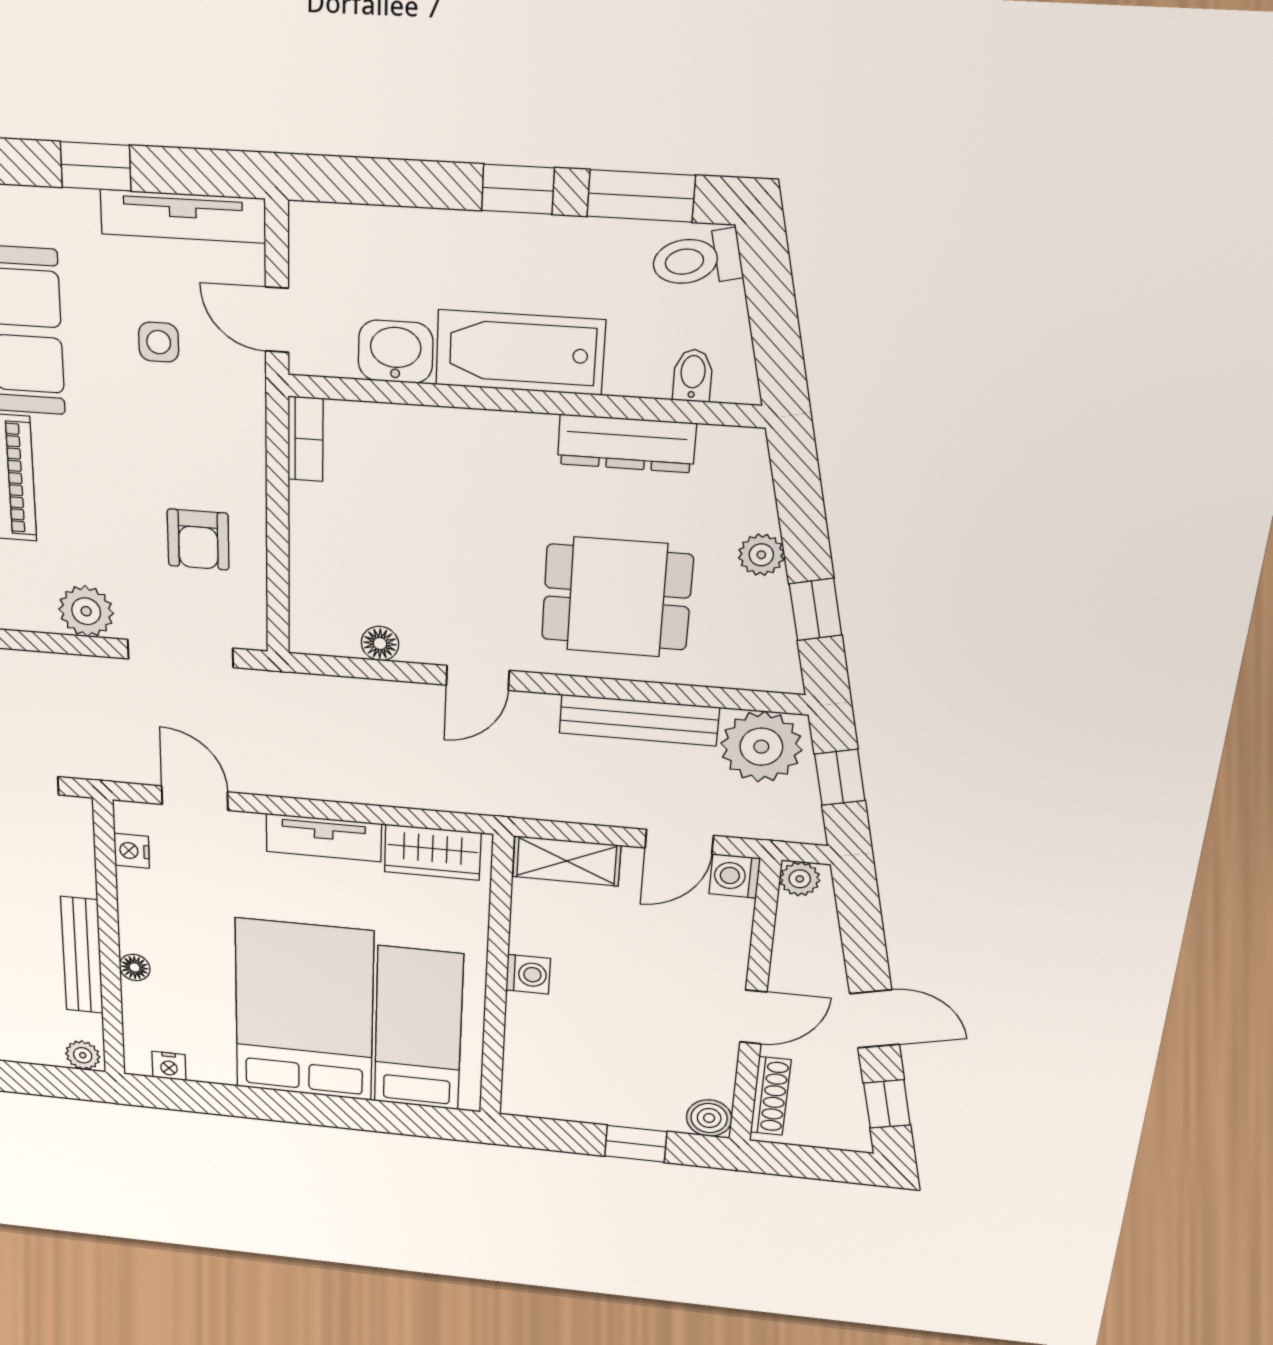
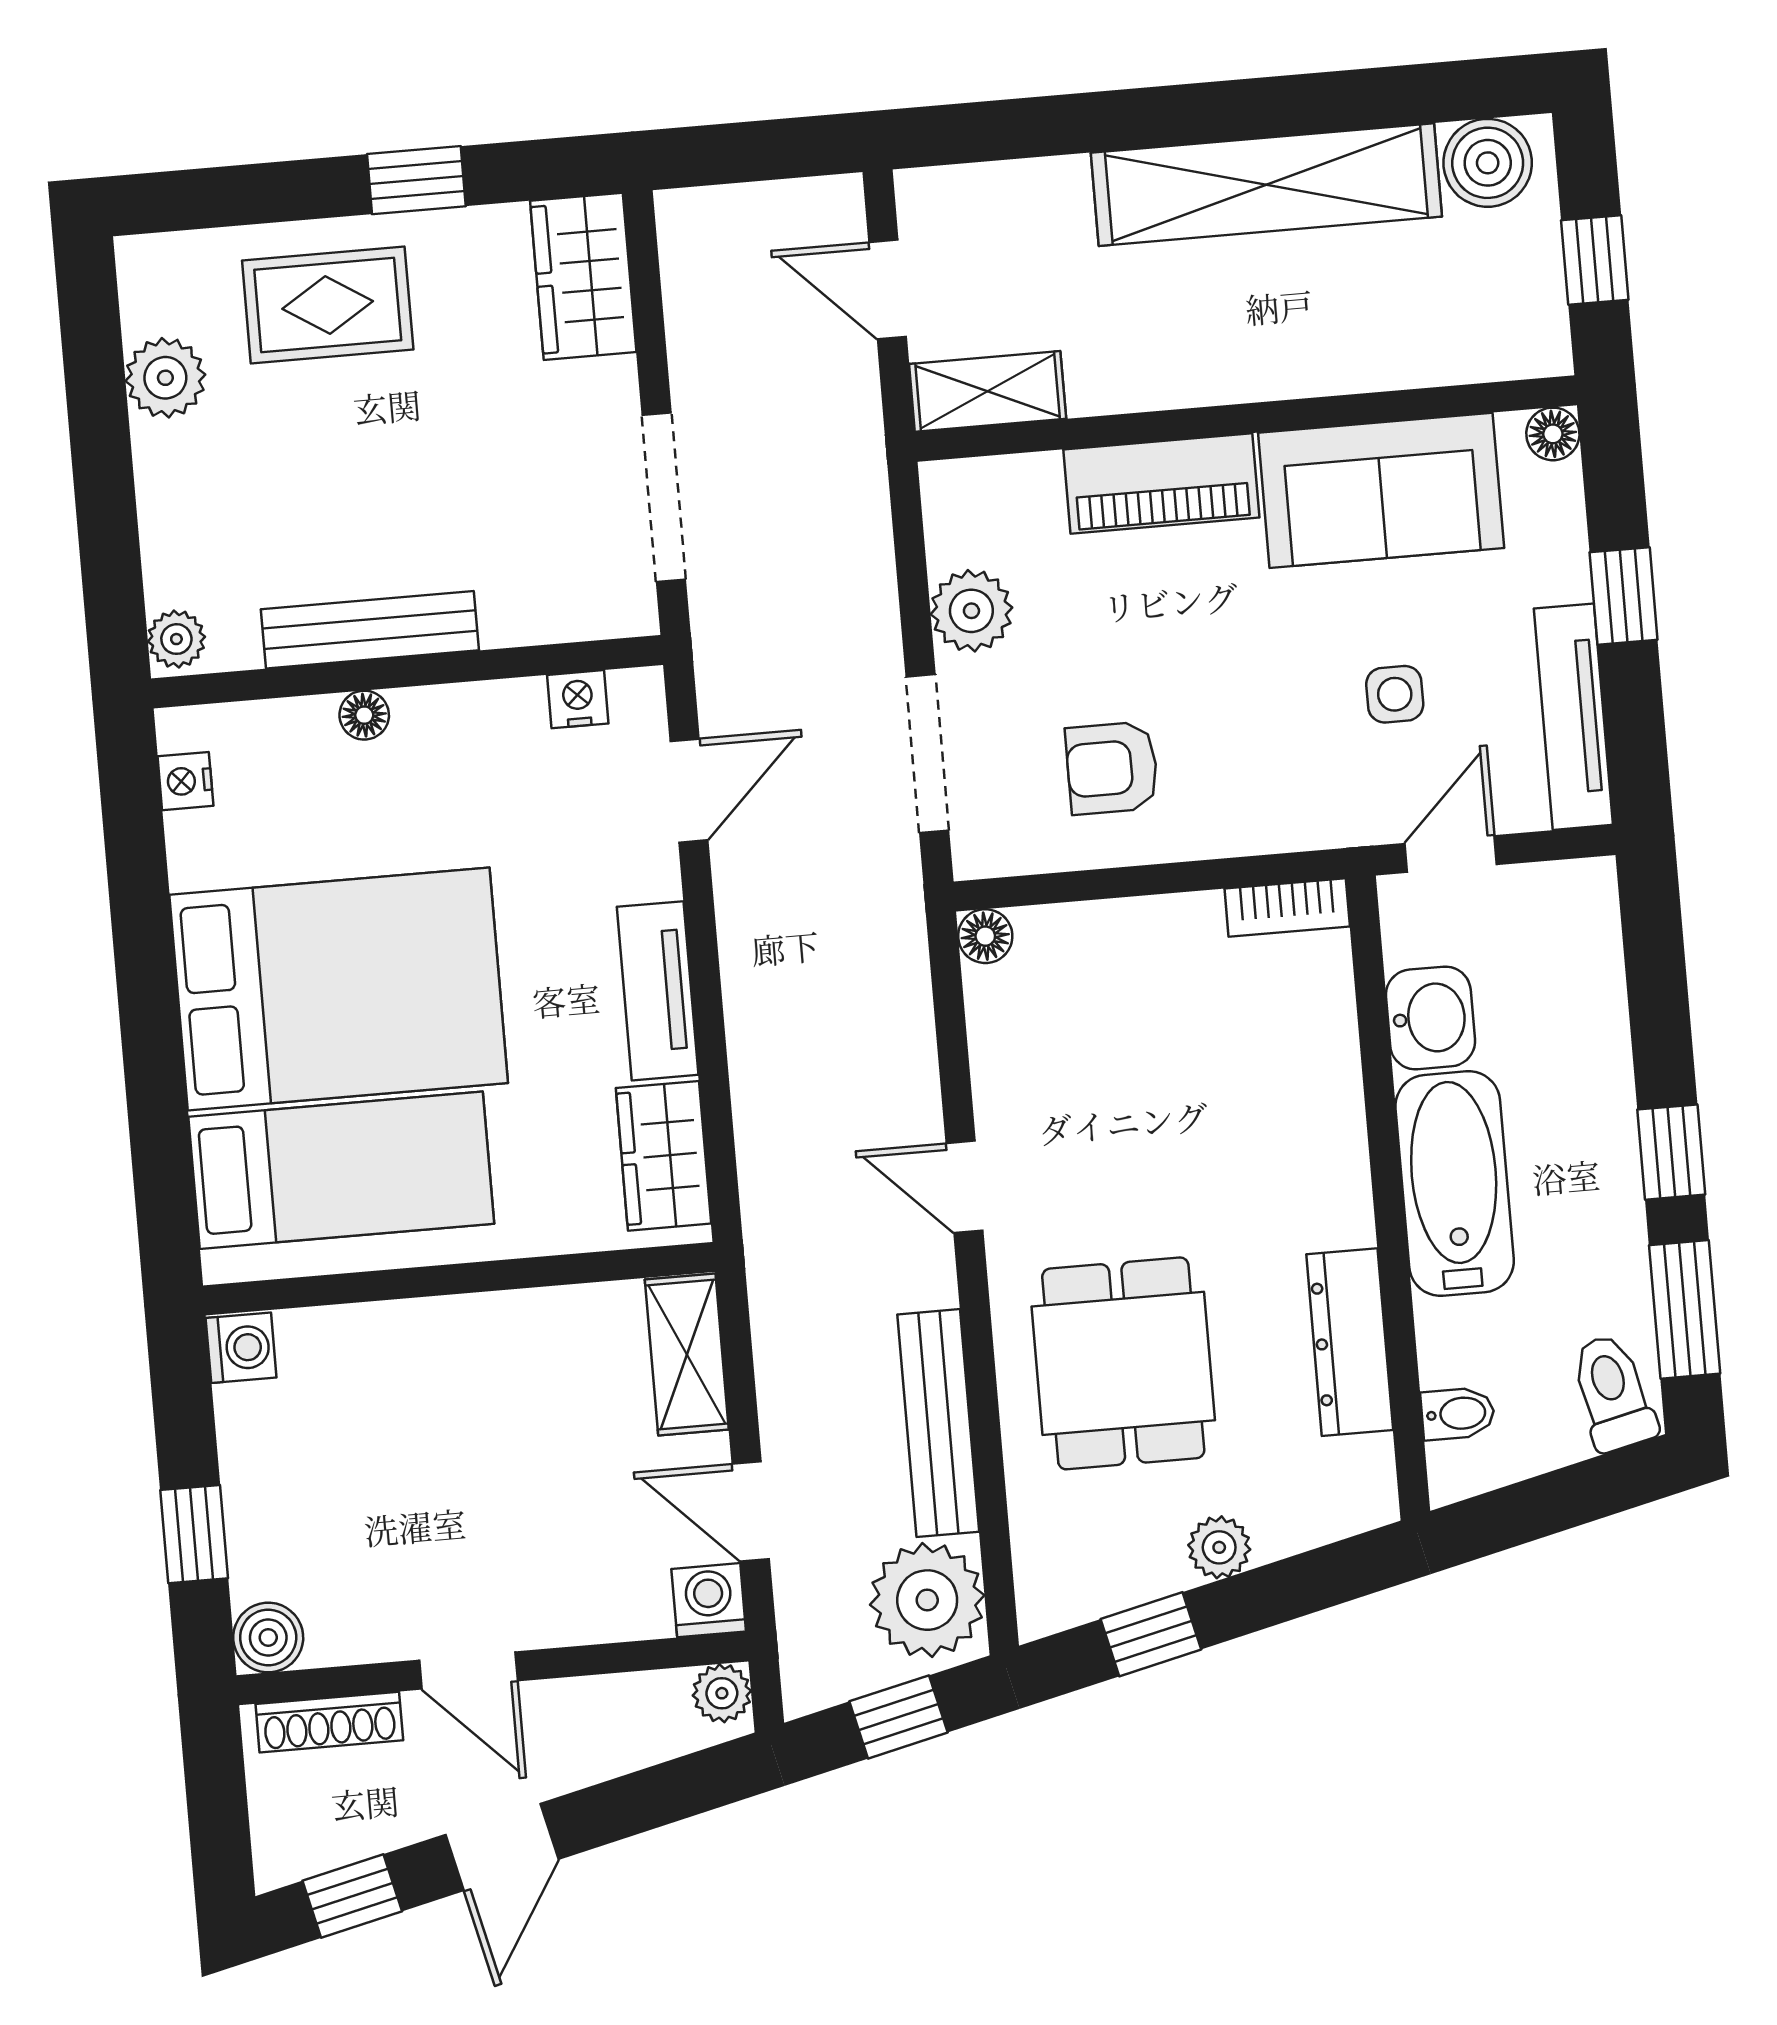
floor lamp: (380, 644) -> (985, 936), moved
washing machine: (528, 974) -> (241, 1348), moved, turned -90

